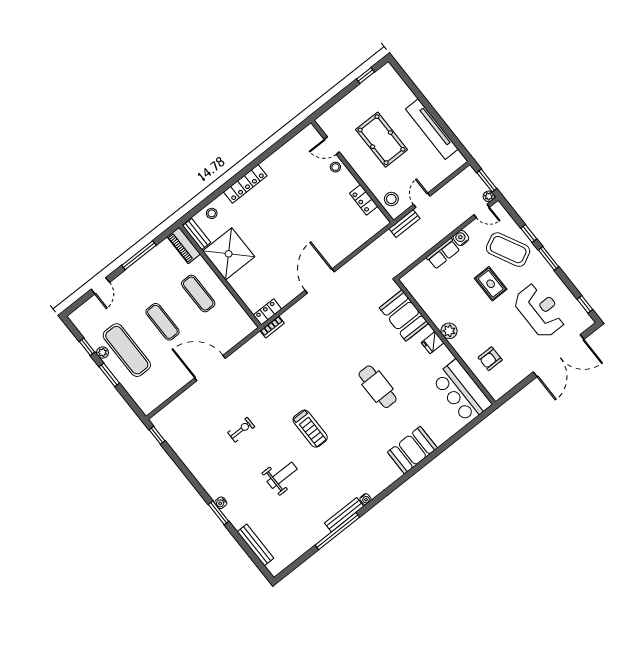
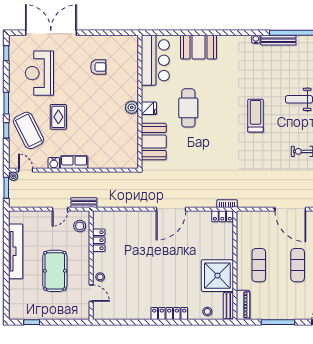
booth: (404, 316) -> (154, 141), moved
plant: (449, 331) -> (132, 107), moved
wall: (445, 342) -> (140, 102), moved
fridge: (433, 343) -> (149, 108), moved
bar counter: (462, 391) -> (155, 60), moved

